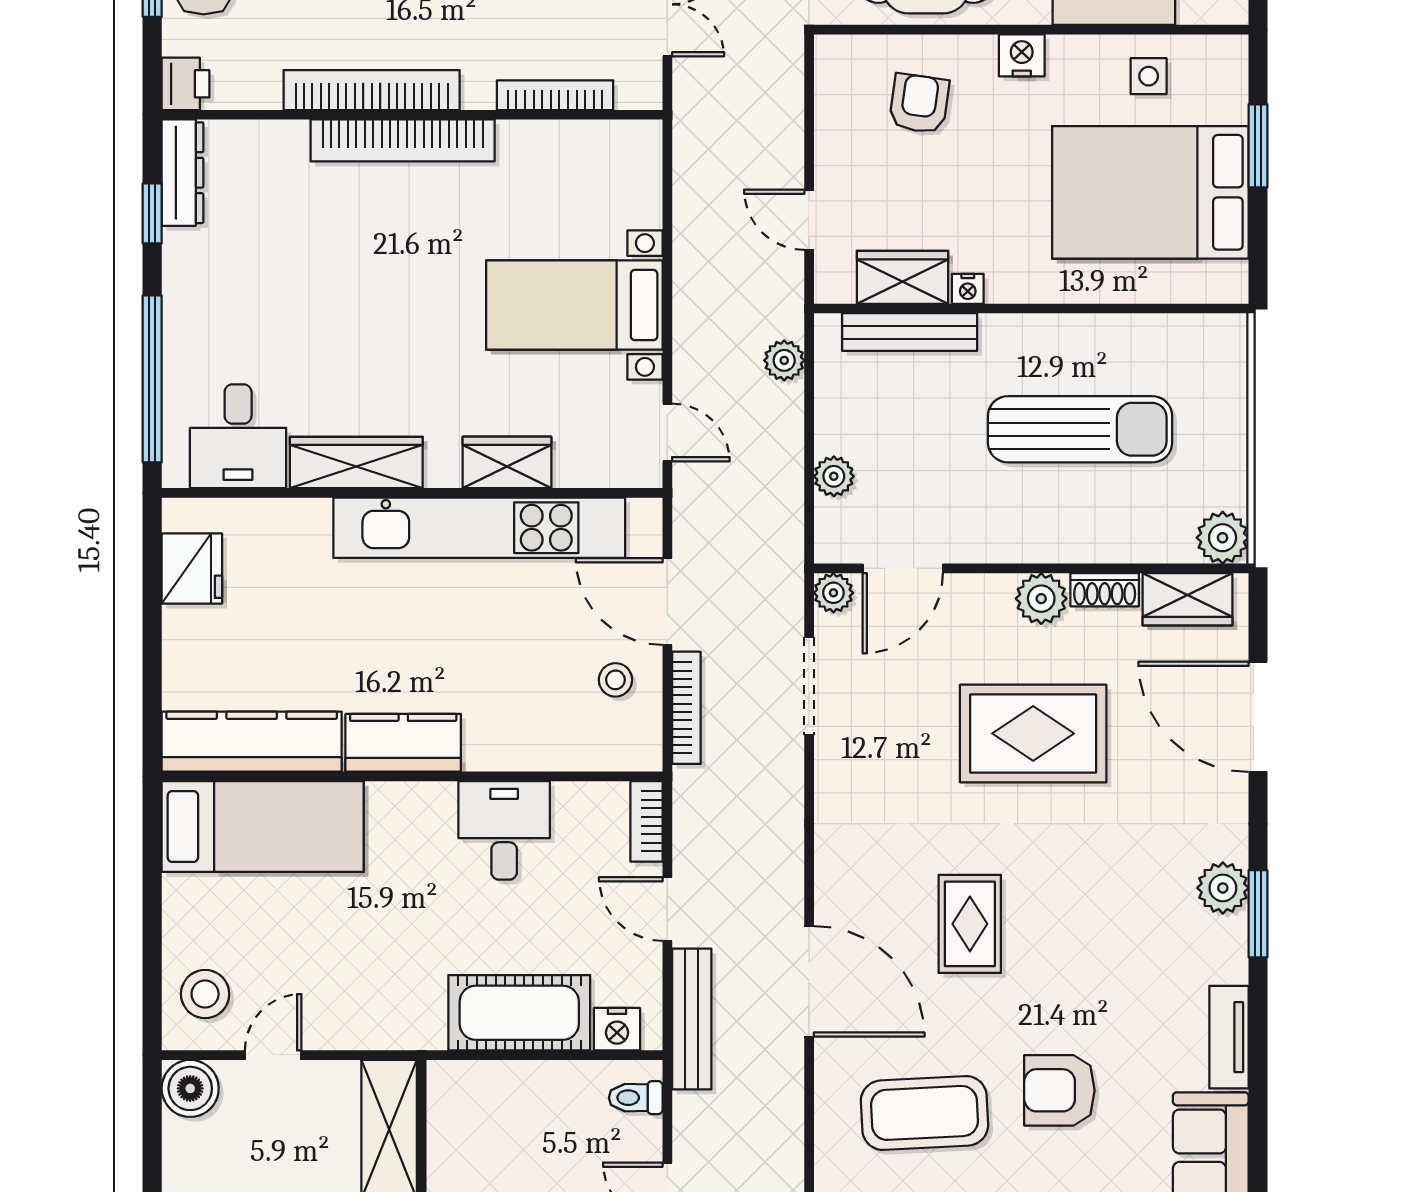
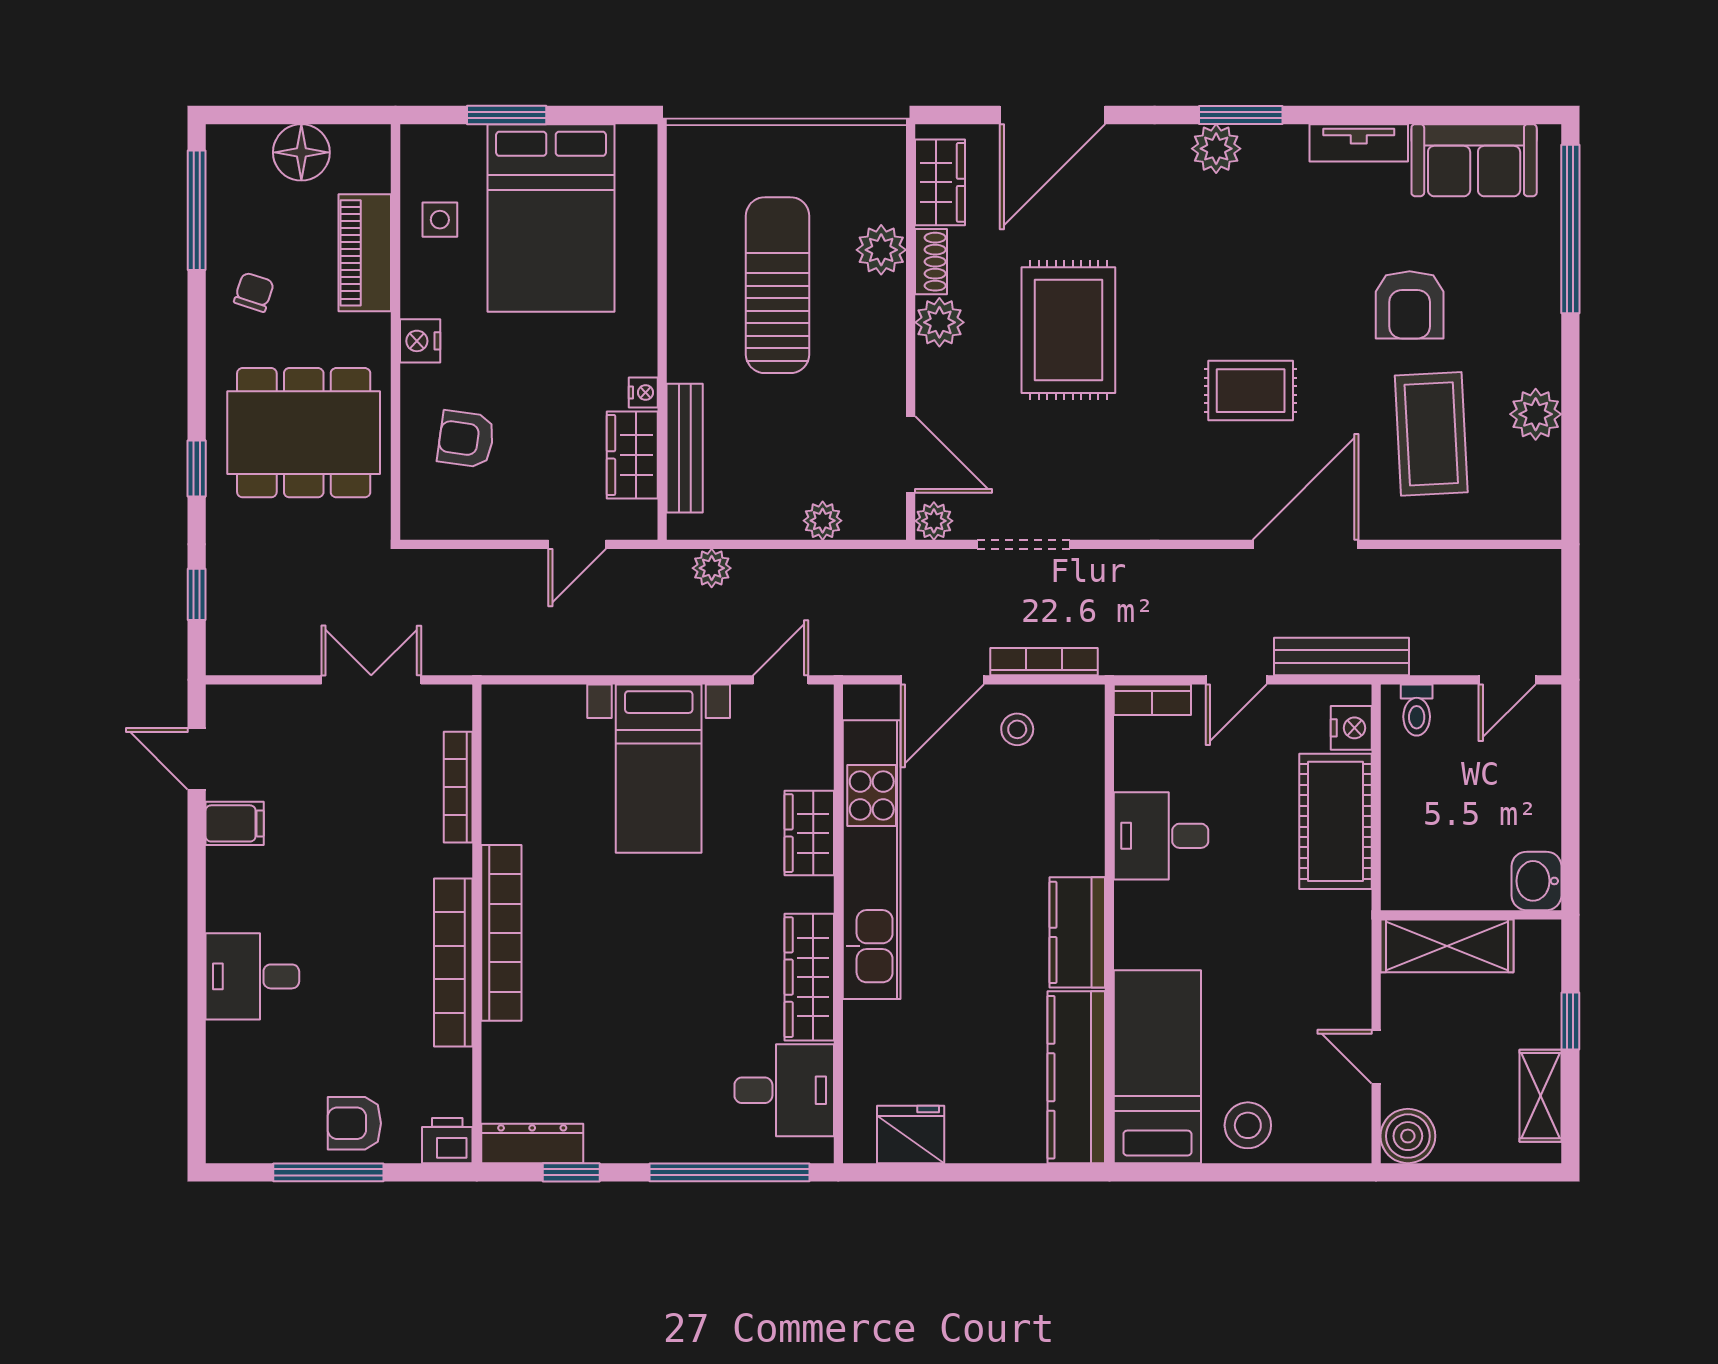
plant: (1223, 538) -> (881, 250), moved
stool: (205, 994) -> (1248, 1125), moved

